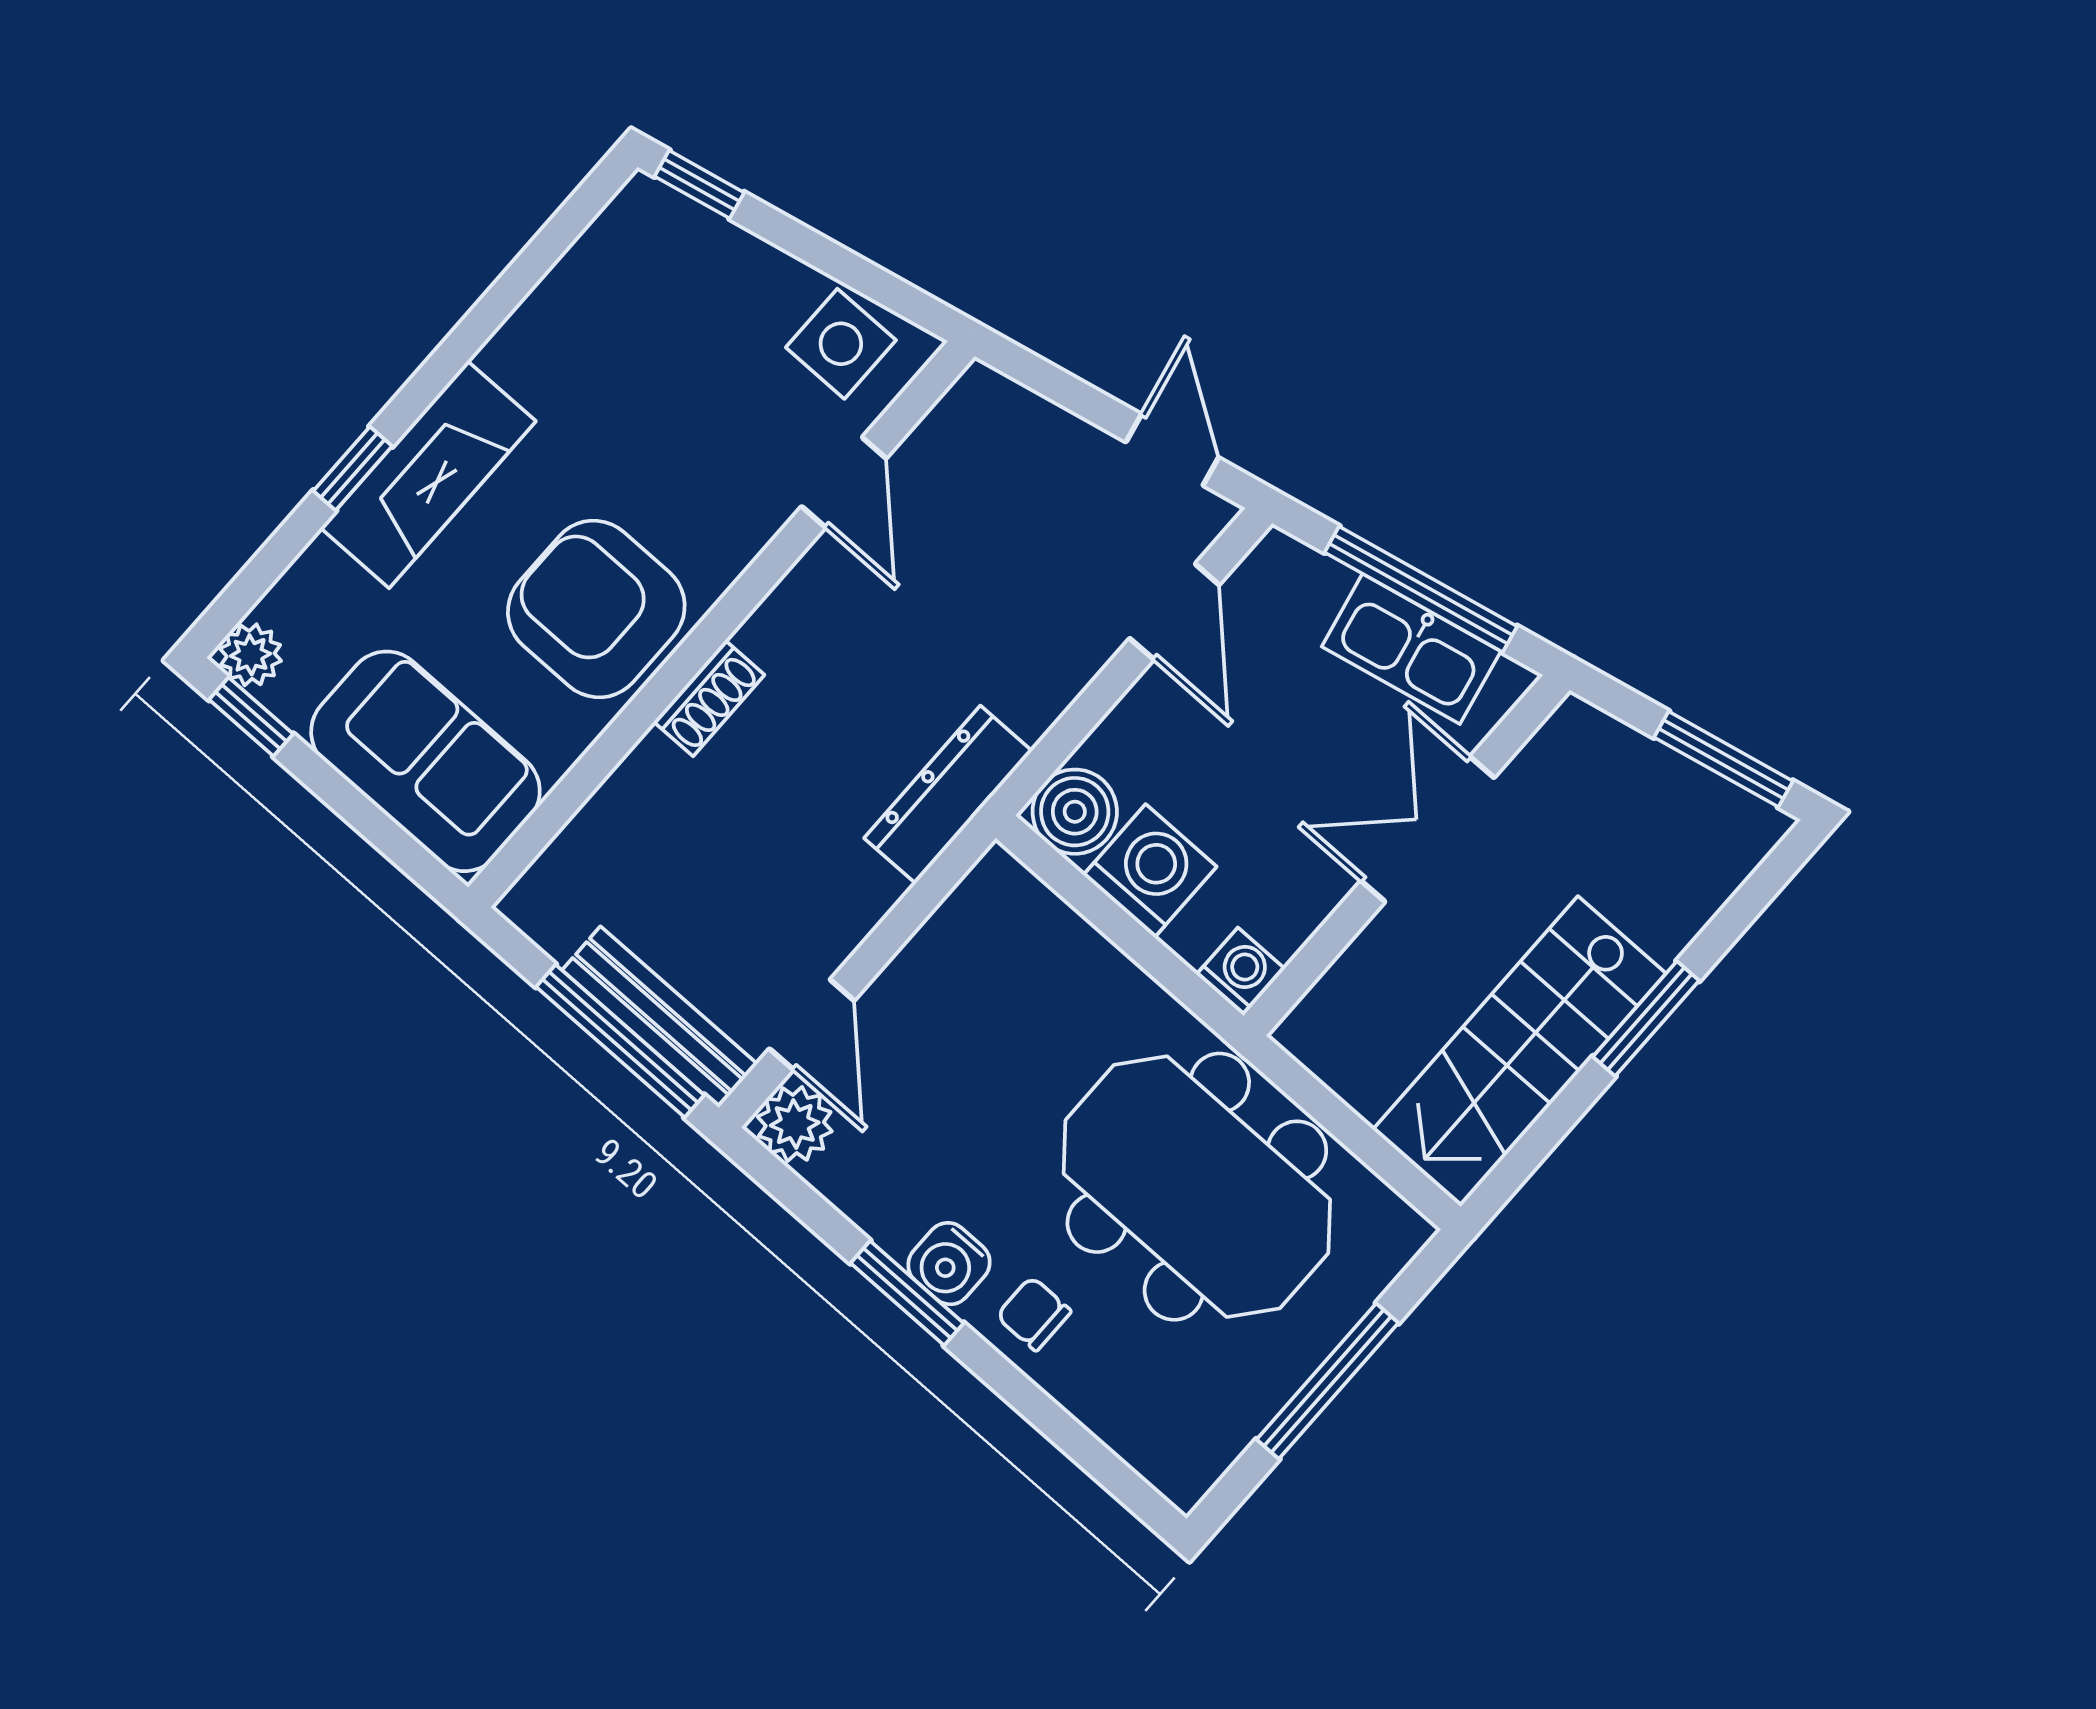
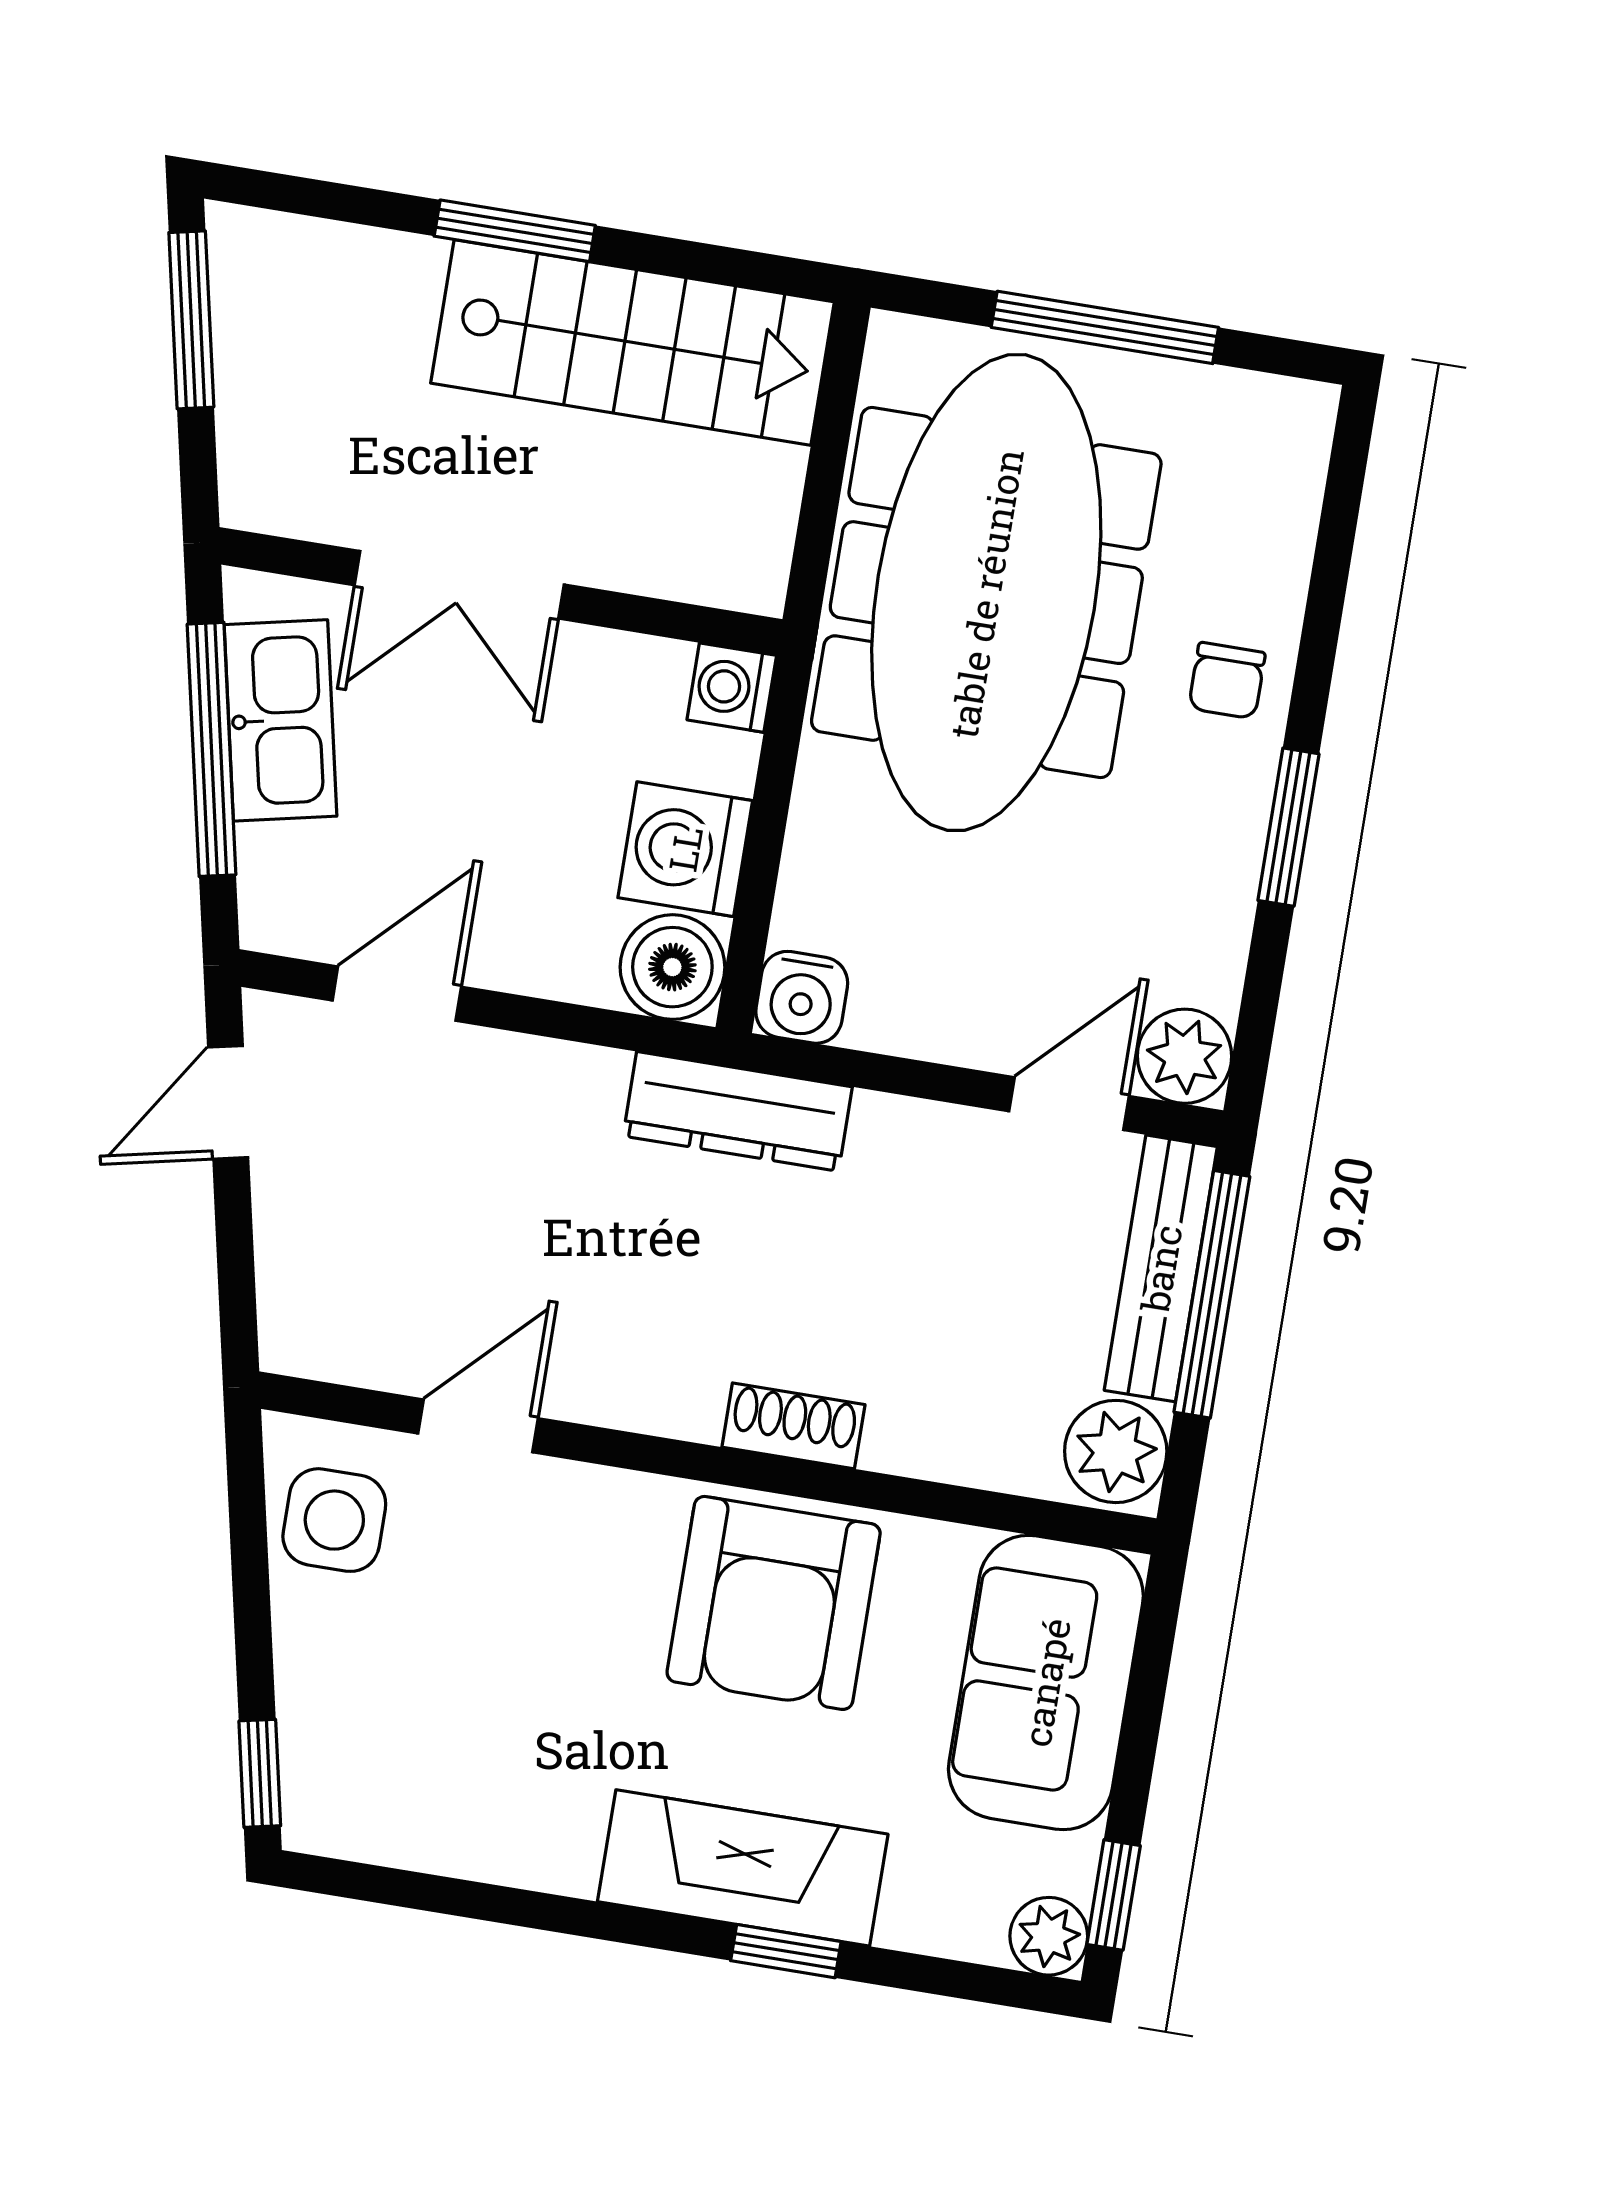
plant: (554, 908) -> (1116, 1451), added
meeting table: (1197, 1187) -> (986, 593), width x1.36
water cooler: (949, 1264) -> (802, 997), moved, turned 90

